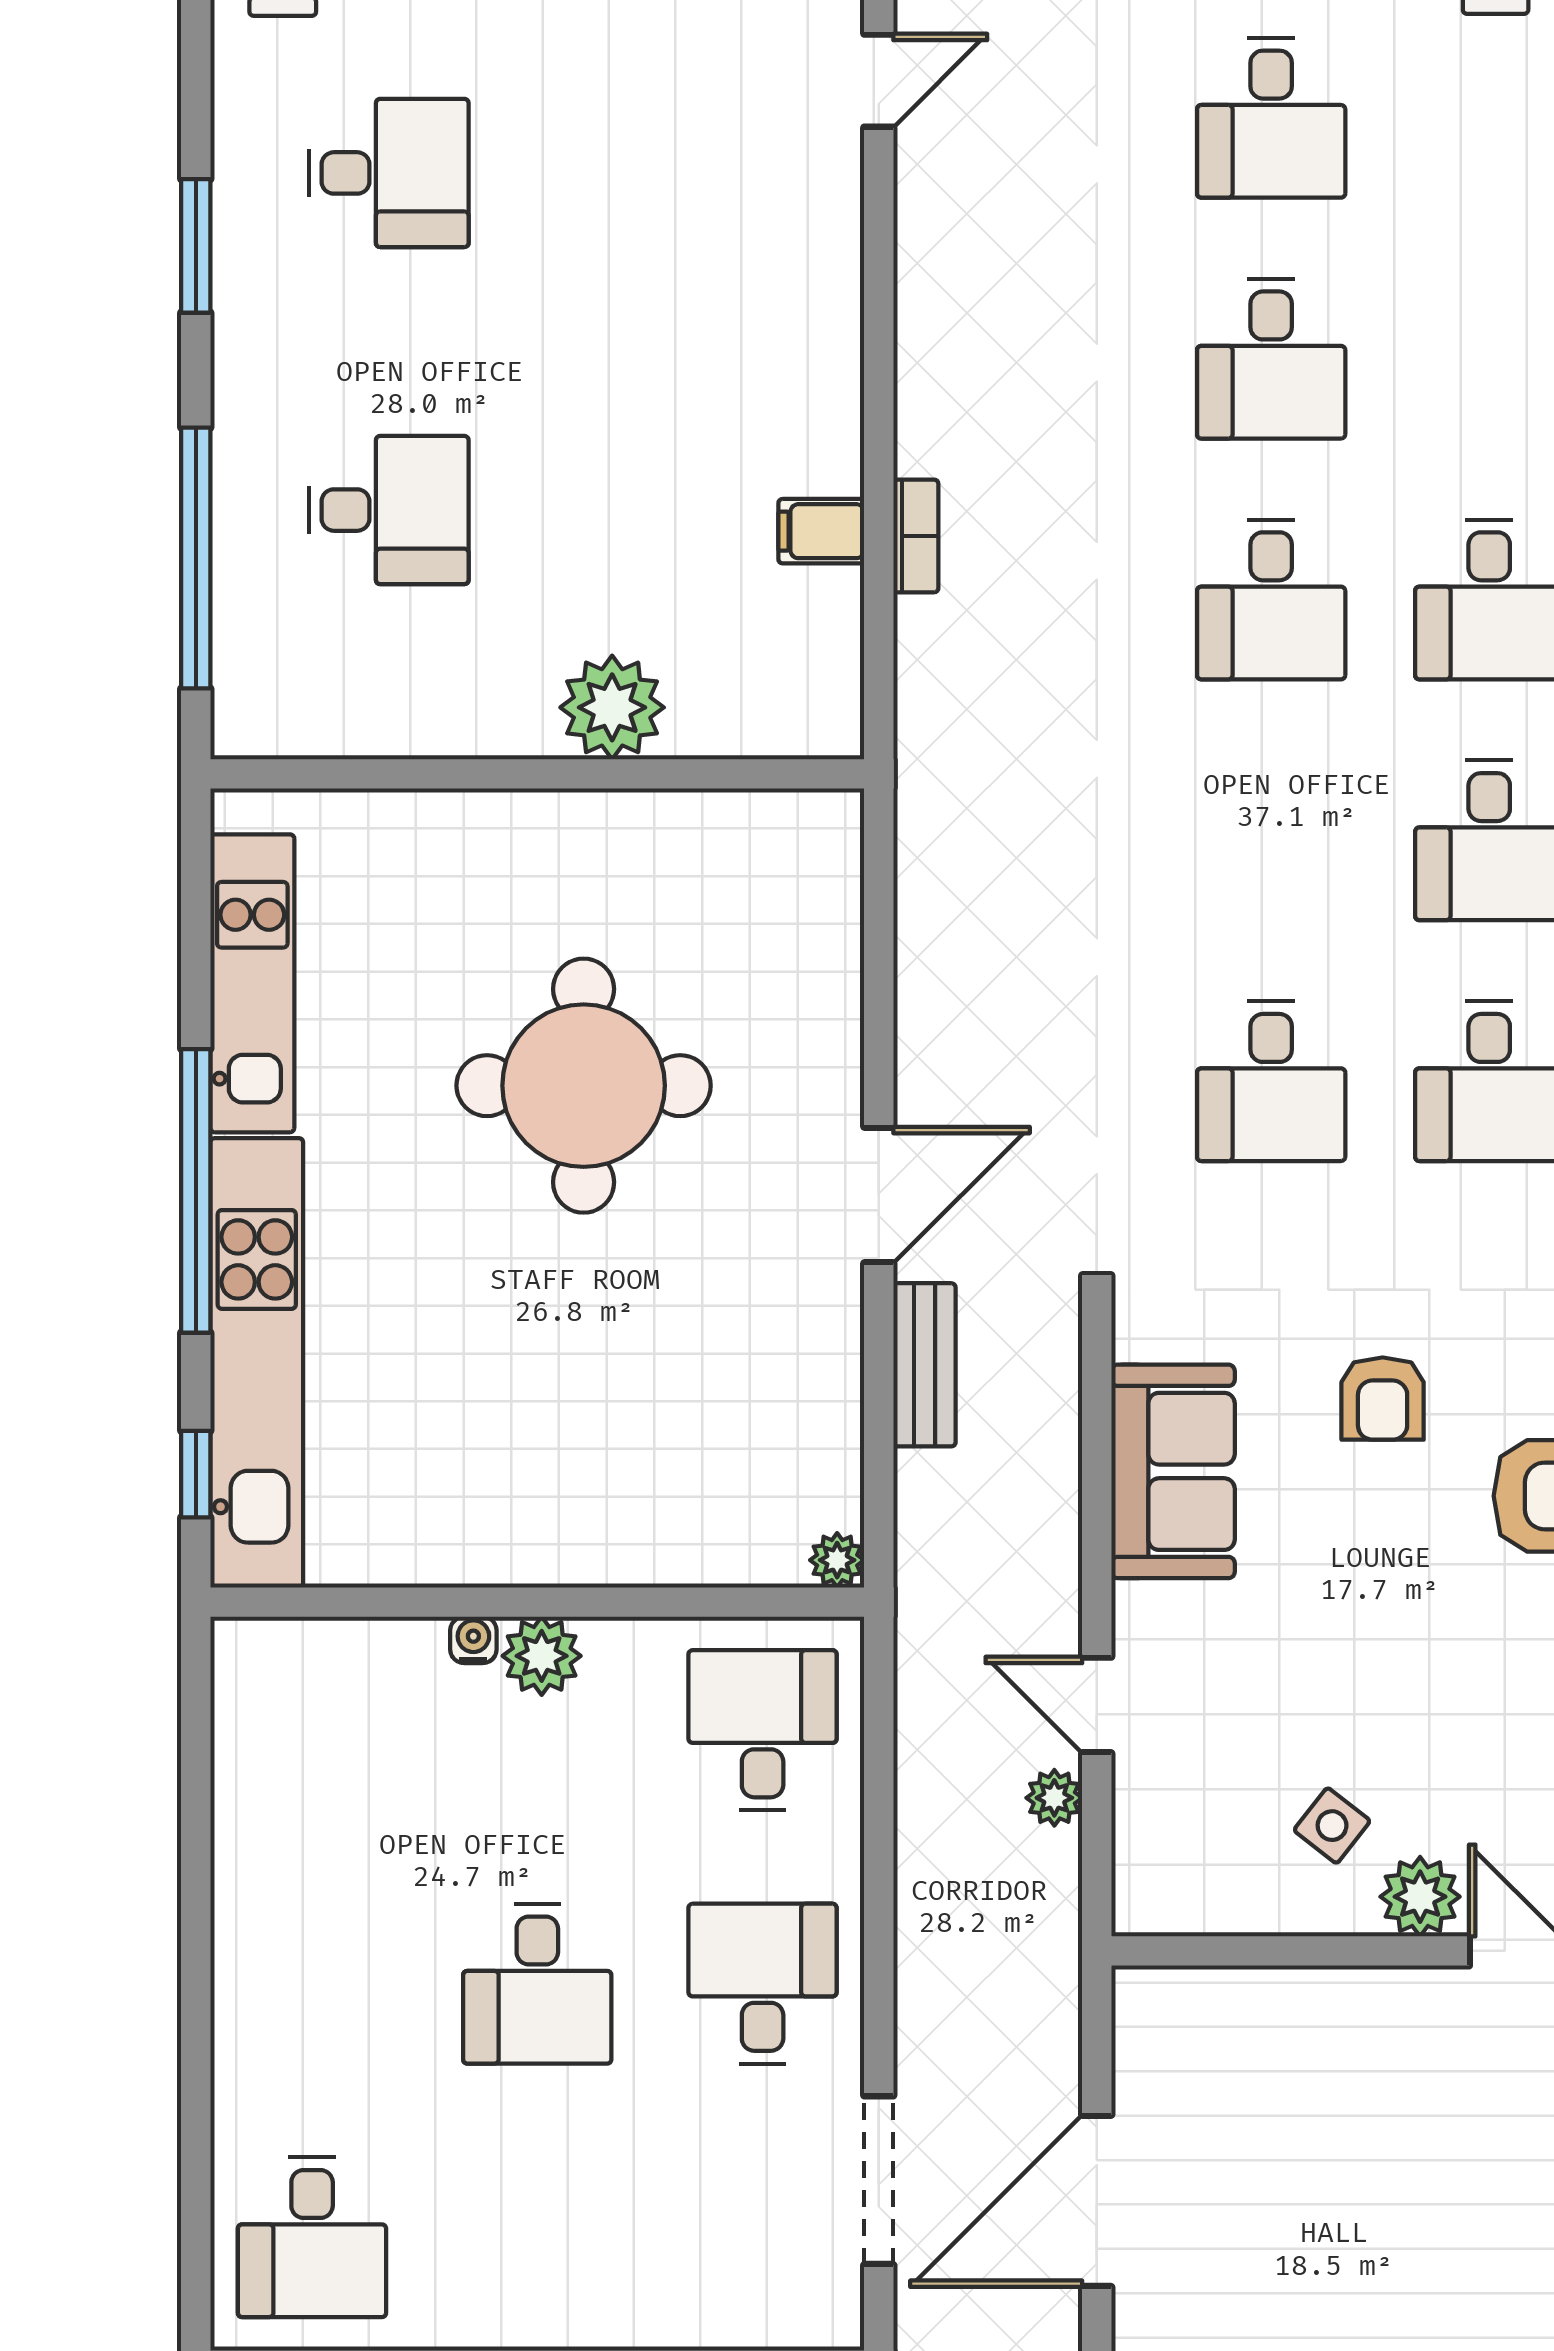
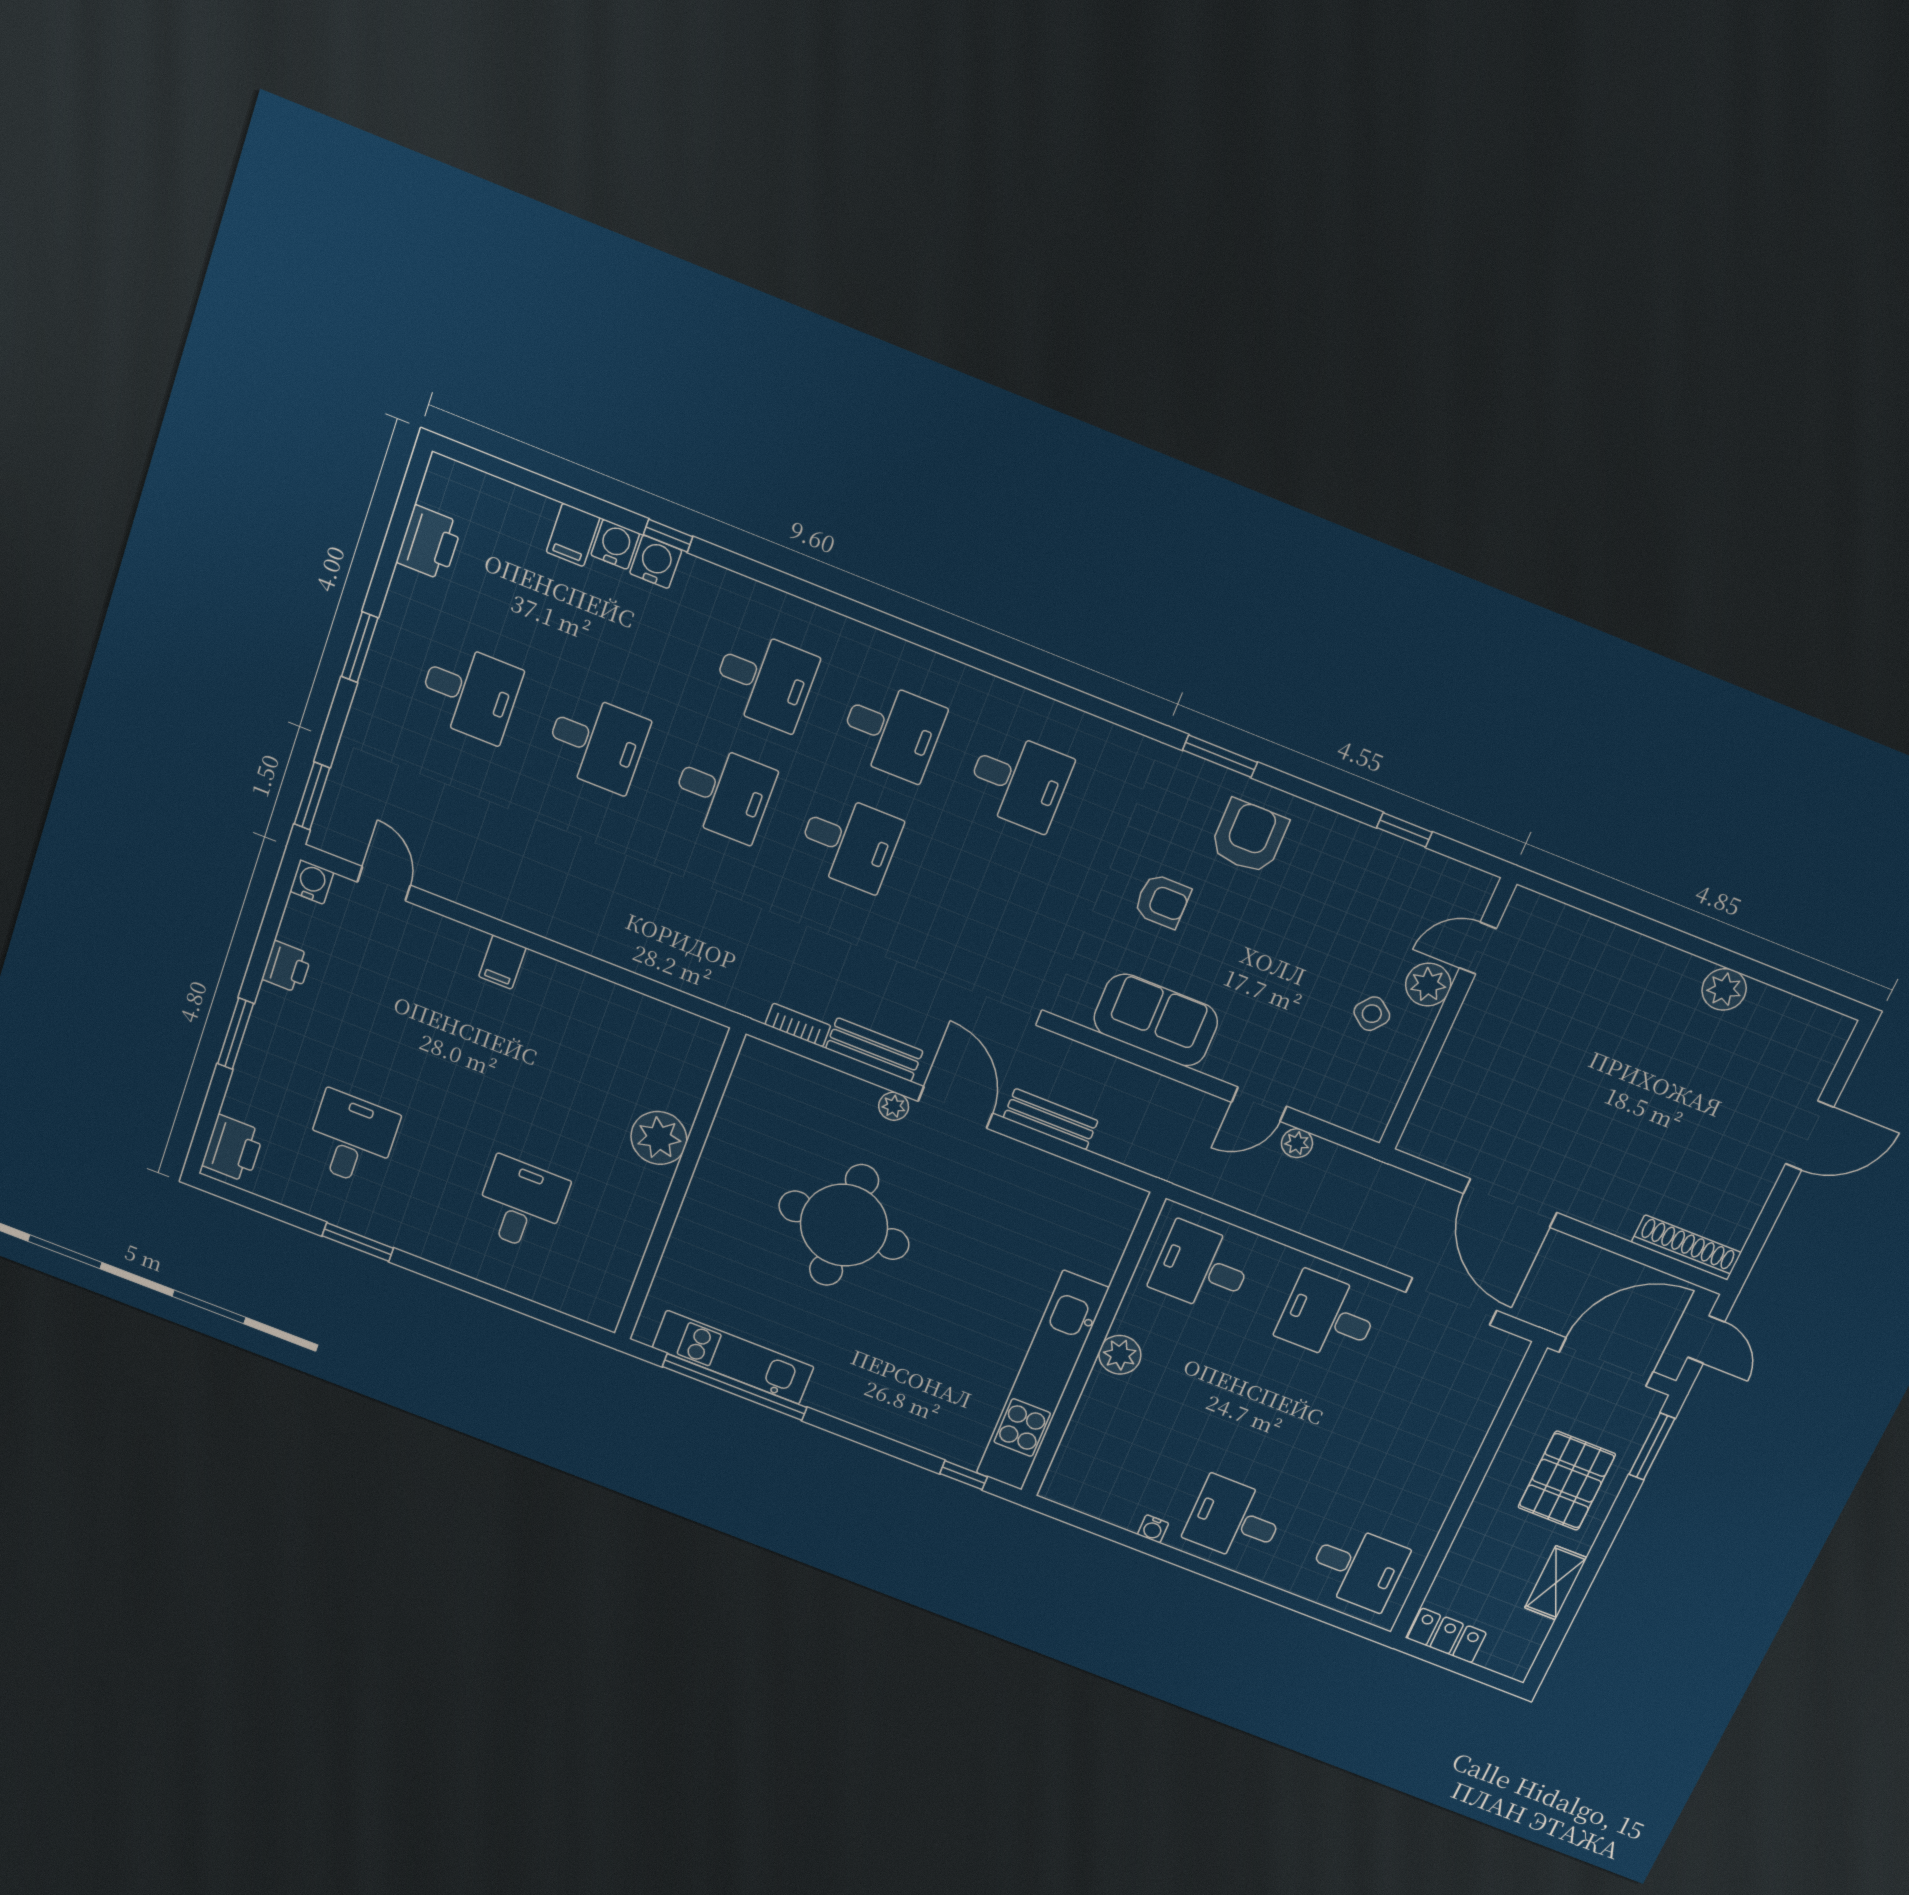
filing cabinet: (821, 531) -> (502, 962), moved
bookcase: (916, 536) -> (798, 1025), moved
window: (196, 558) -> (513, 1302), removed
bench: (925, 1018) -> (874, 1050), added
desk: (1271, 1081) -> (849, 842), moved
window: (196, 1191) -> (735, 1387), moved
kitchen unit: (257, 1363) -> (1042, 1381), moved, turned -90
plant: (837, 1560) -> (894, 1106), moved
water cooler: (473, 1640) -> (1153, 1529), moved, turned -90
desk: (537, 1984) -> (1234, 1520), moved, turned 180

